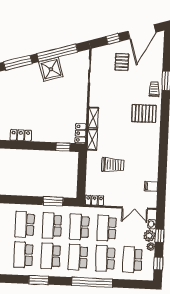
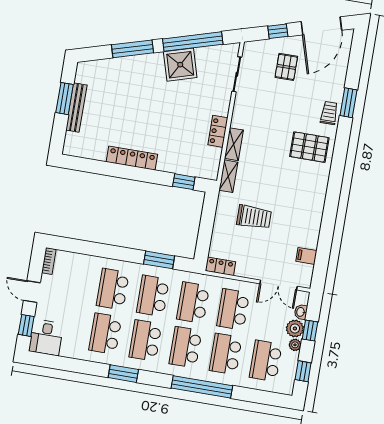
locker: (81, 133) -> (218, 131), moved
locker: (21, 135) -> (132, 158), width x1.53

